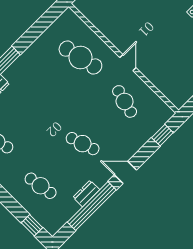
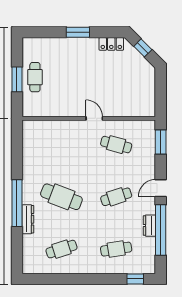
cafe table: (80, 58) -> (61, 197), moved, turned 33
window: (162, 135) -> (161, 142), width x1.50

